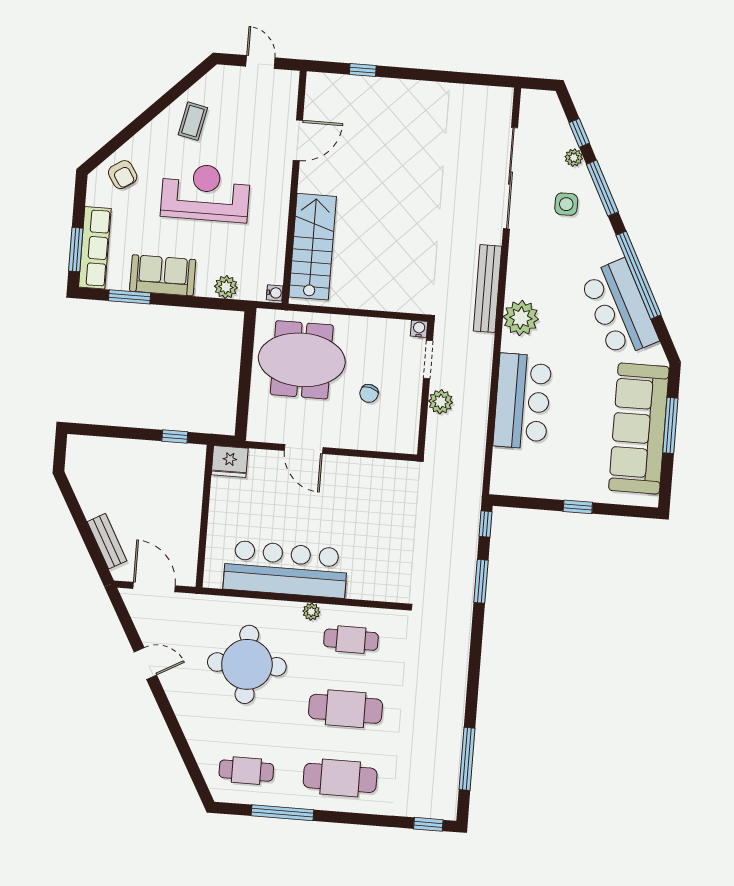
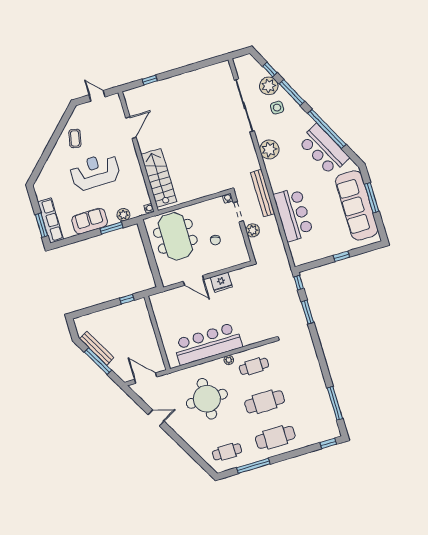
plant: (574, 158) -> (269, 86), width x1.88, depth x1.88
armchair: (123, 175) -> (50, 179), removed
bench: (488, 289) -> (263, 193), moved
window: (130, 297) -> (111, 228), moved
plant: (521, 318) -> (269, 149), moved
meeting table: (302, 360) -> (175, 236), turned 90
fridge: (230, 461) -> (221, 282), moved
window: (82, 525) -> (98, 361), added
bench: (107, 541) -> (97, 348), moved, width x1.36

